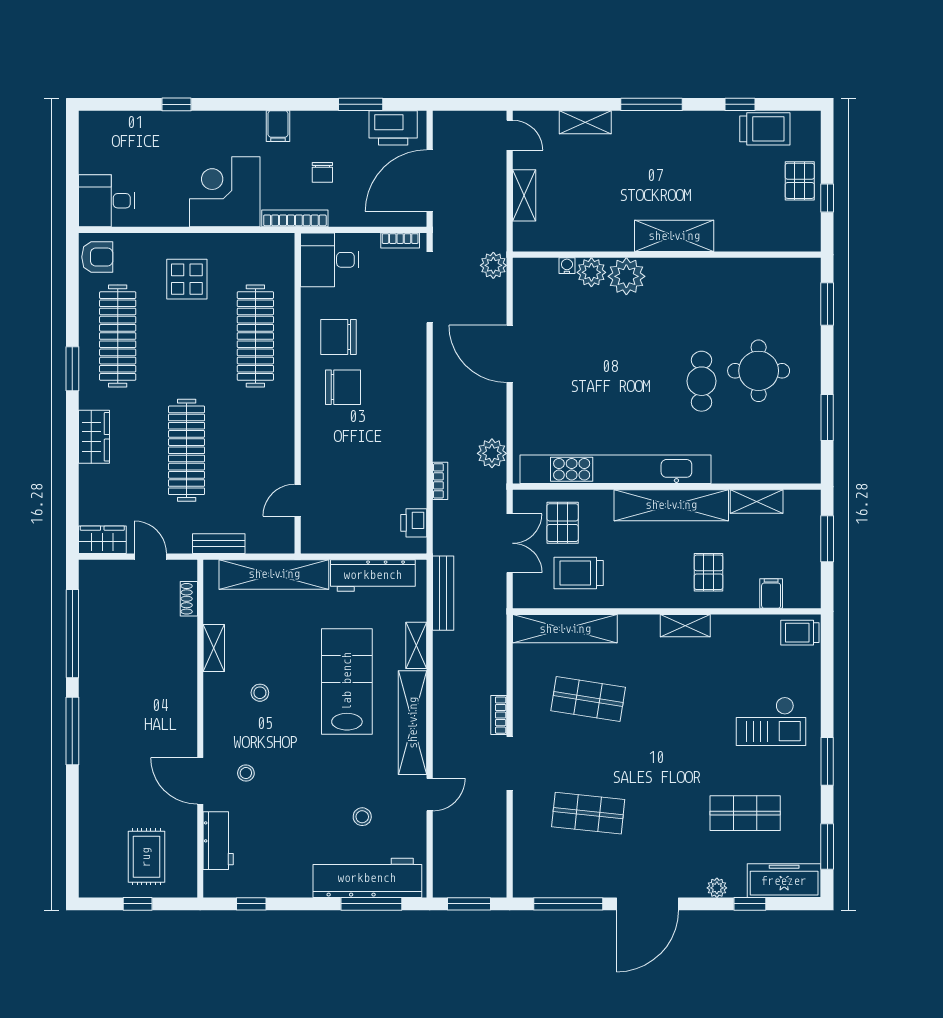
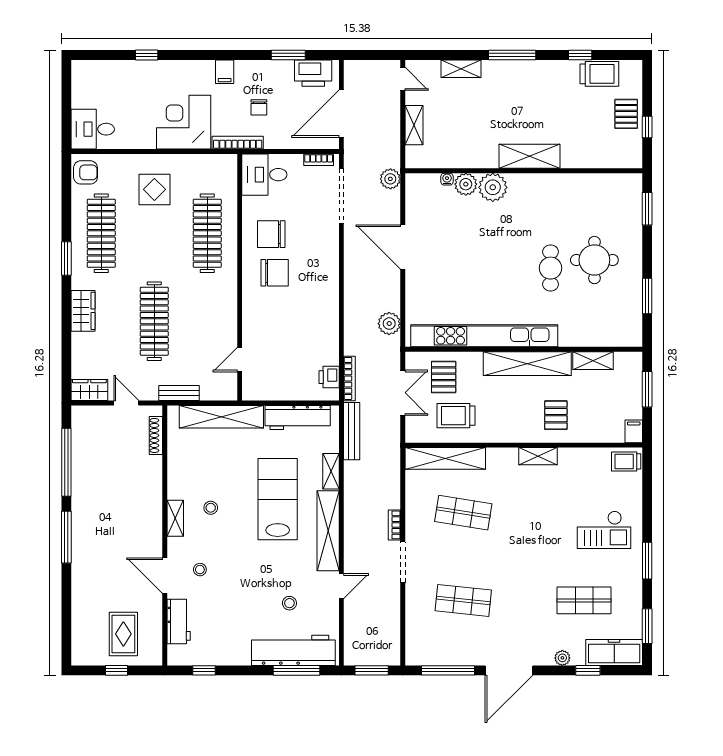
bookcase: (440, 481) -> (349, 378), moved, width x1.56
filing cabinet: (771, 594) -> (634, 431), moved
shoe rack: (189, 599) -> (156, 435), width x1.43
shelving: (214, 648) -> (175, 518), moved

